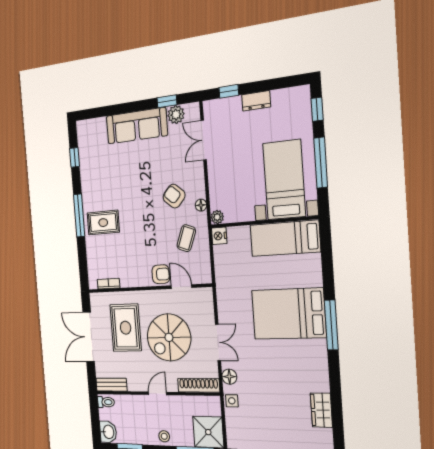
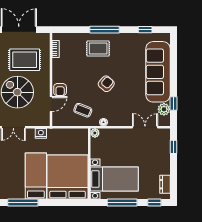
dresser: (256, 101) -> (165, 184), moved
sofa: (137, 126) -> (158, 72), width x1.36, depth x1.27
armchair: (174, 196) -> (106, 84), moved
rug: (103, 223) -> (98, 49), turned 90
nightstand: (219, 236) -> (41, 133), moved
bed: (285, 238) -> (68, 177), width x2.04
bed: (289, 314) -> (36, 176), width x0.67

